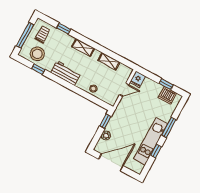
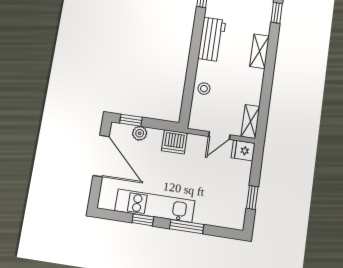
shelving: (109, 61) -> (250, 122), moved
door: (124, 90) -> (219, 136), hinge flipped
dishwasher: (167, 95) -> (174, 142), moved, turned -90
window: (105, 121) -> (131, 120), moved

